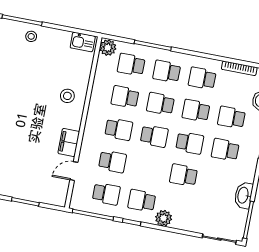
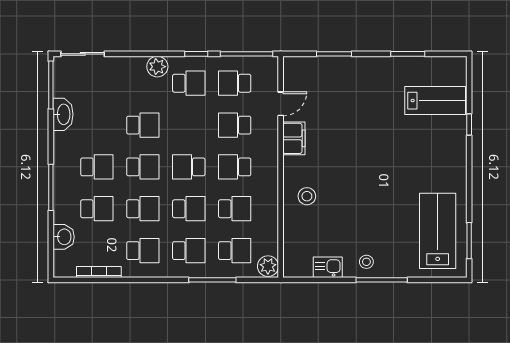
kitchen sink: (83, 42) -> (328, 267), moved
school desk: (190, 143) -> (143, 167), turned 180

